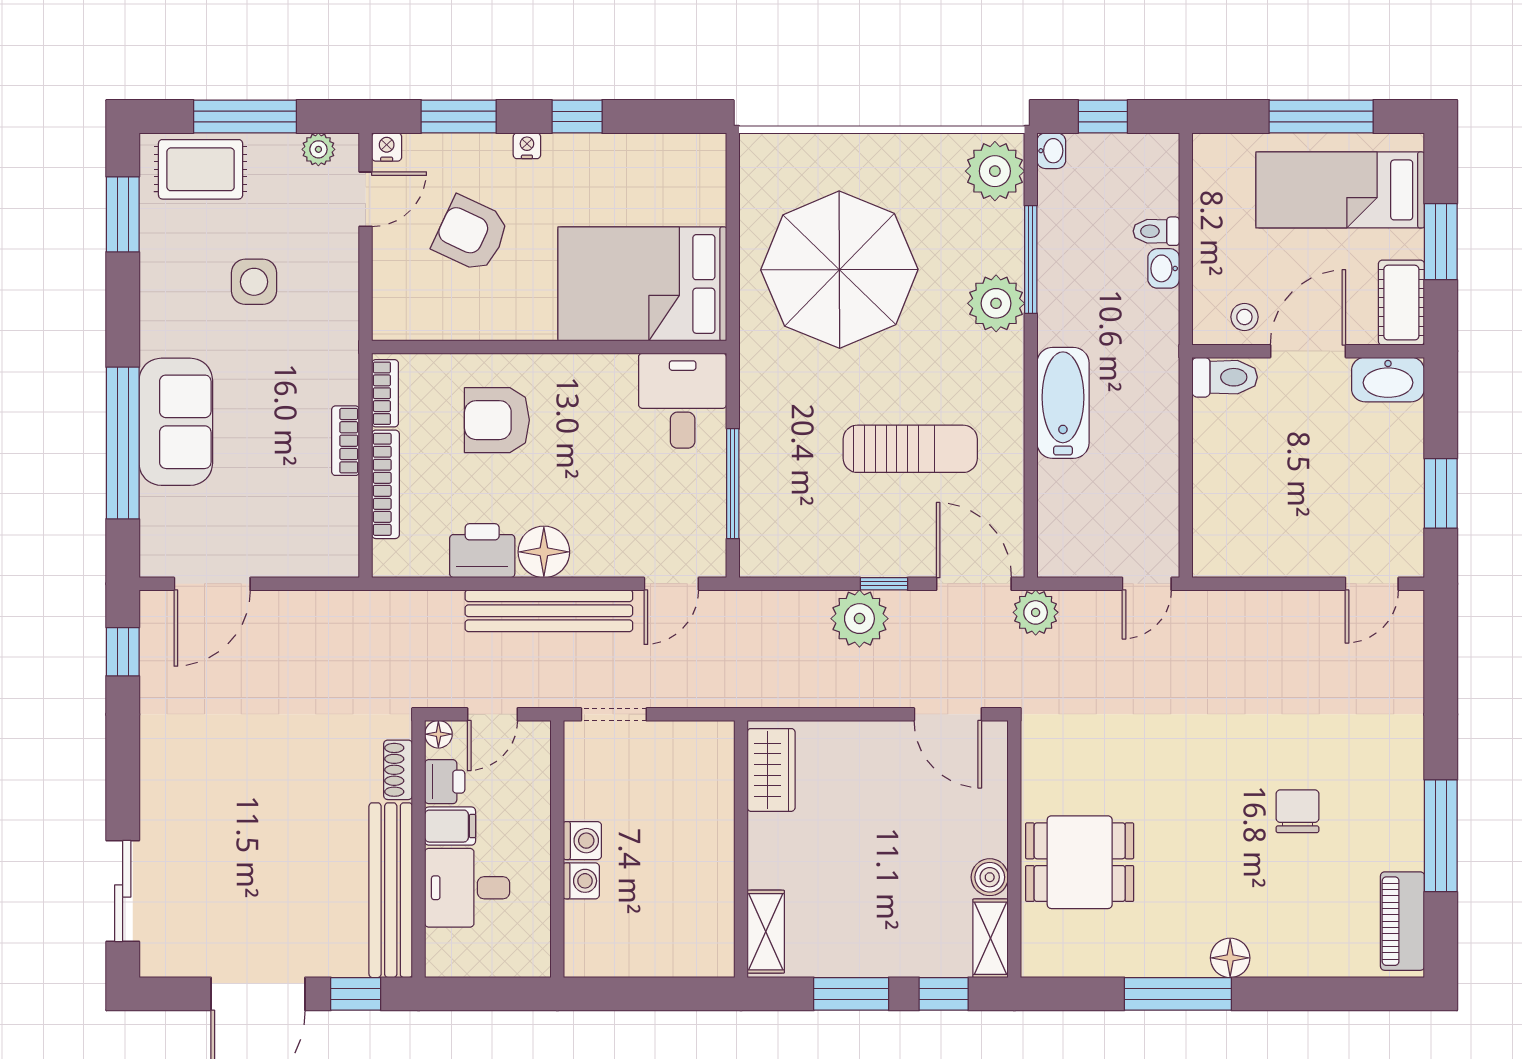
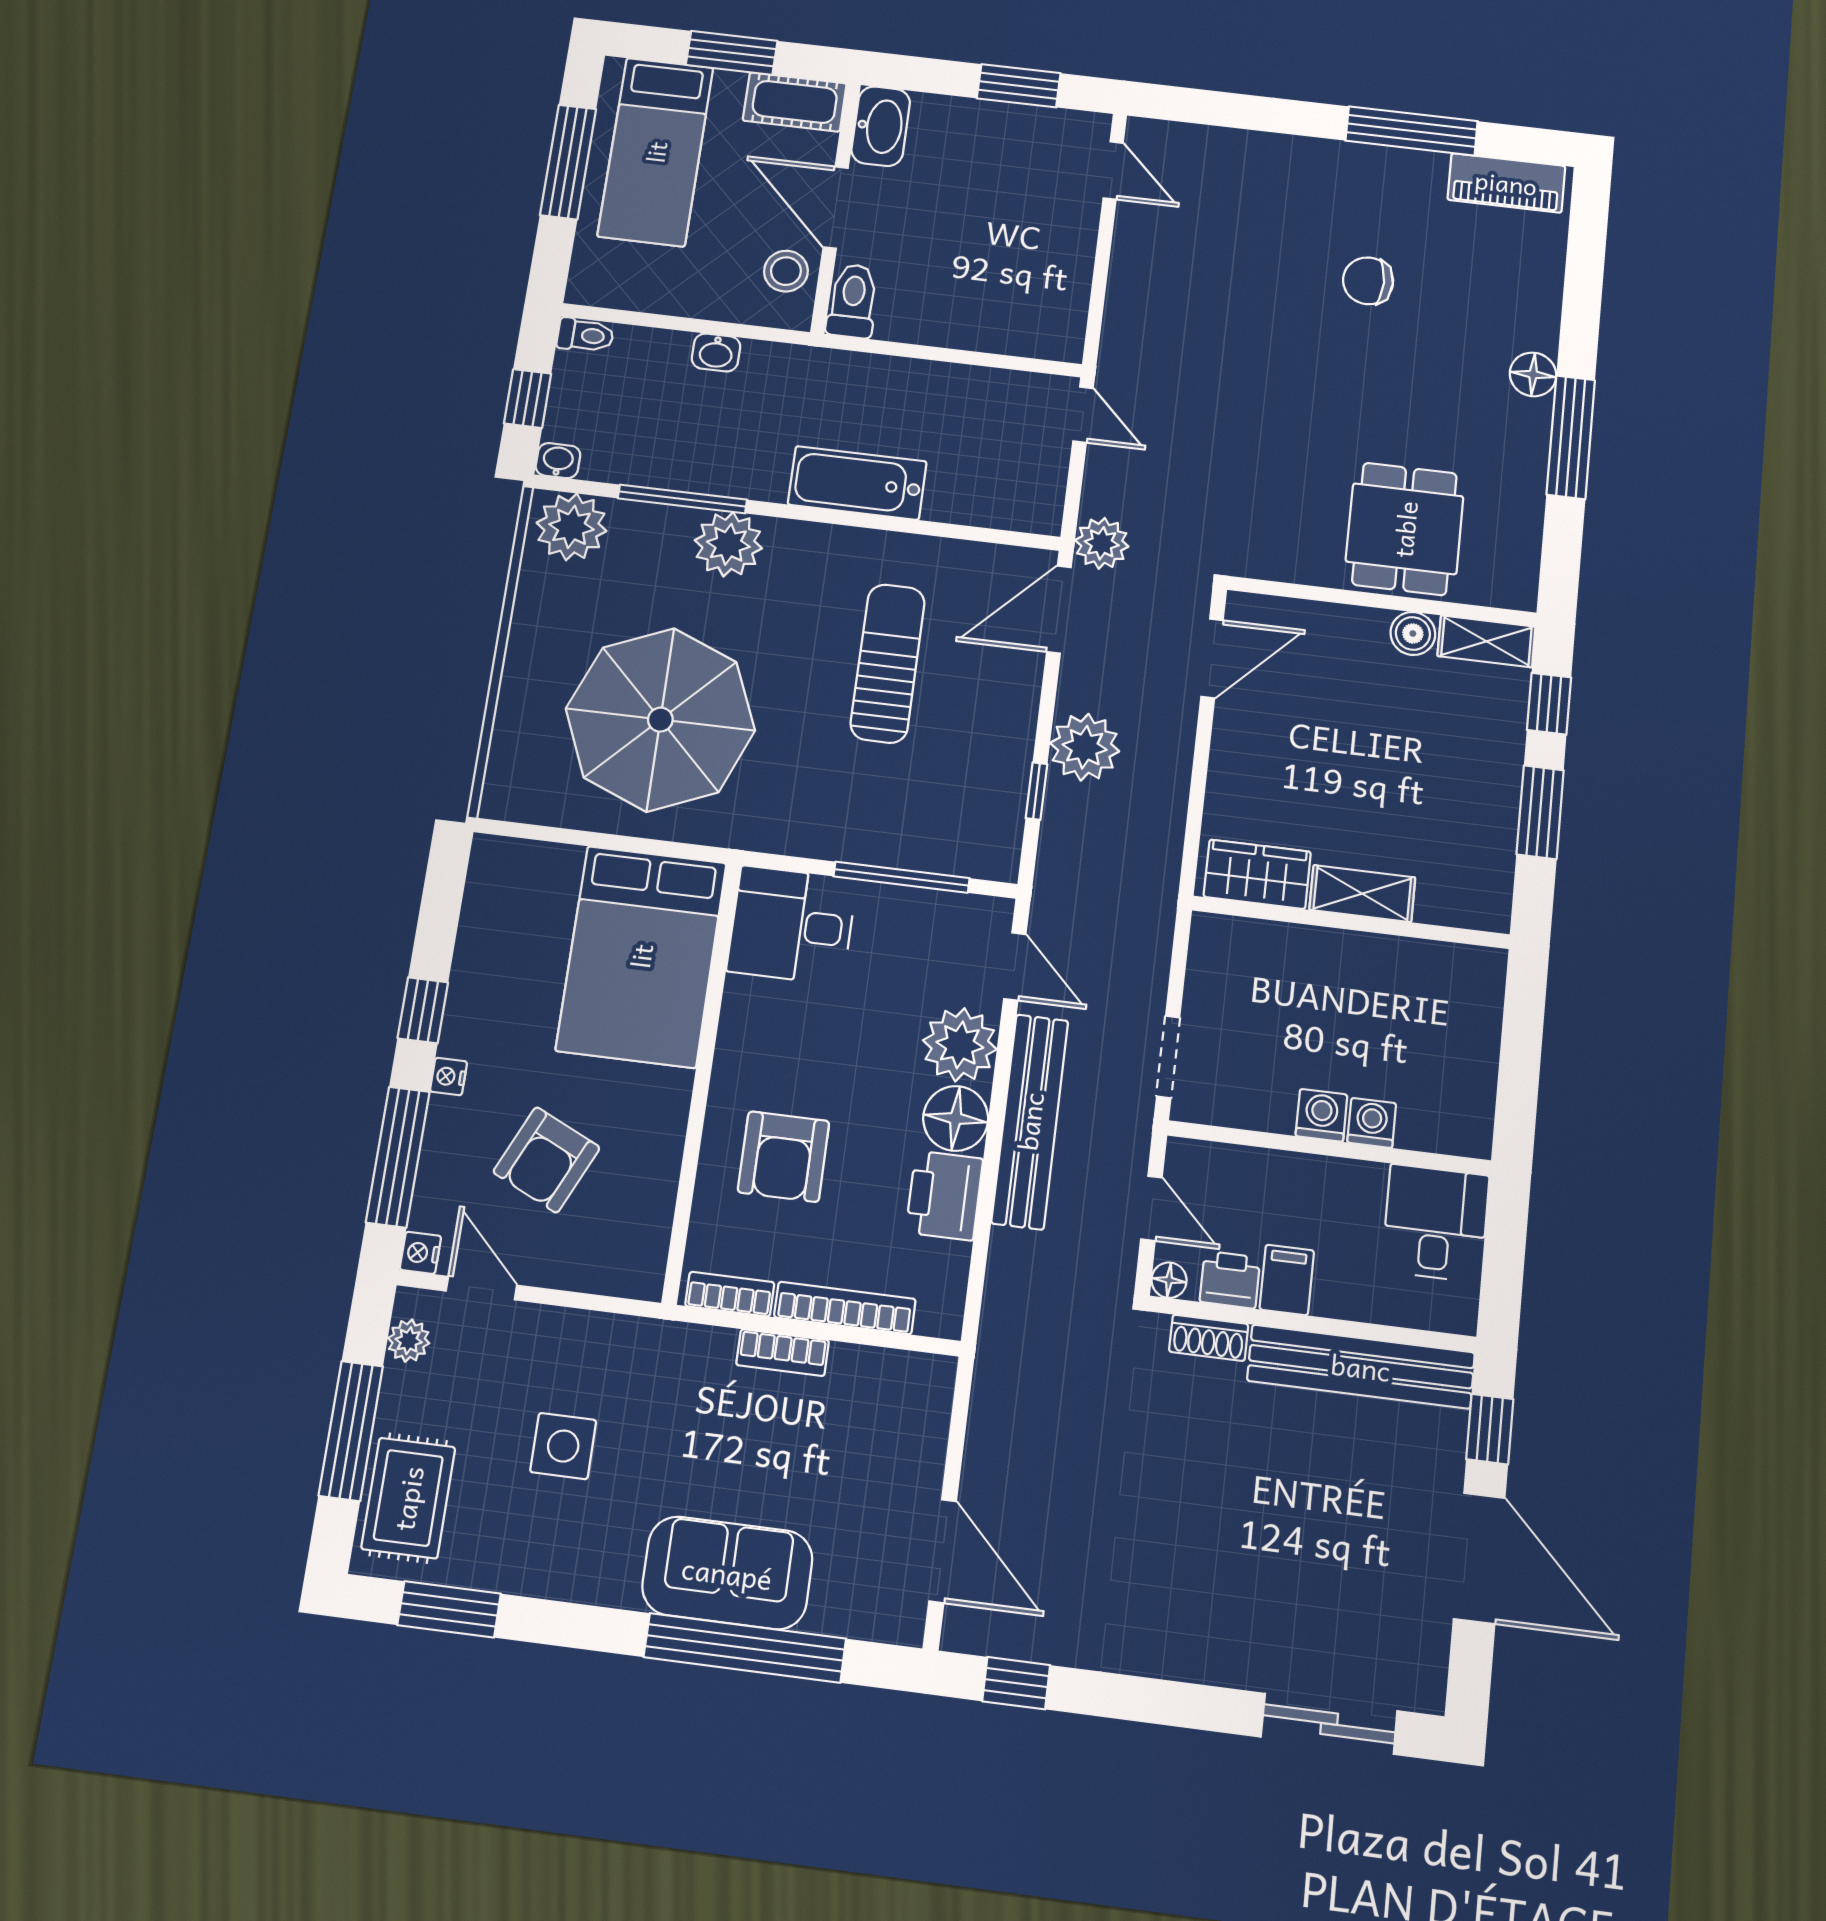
window: (459, 117) -> (398, 1157), width x1.44
toilet: (1156, 231) -> (585, 335), moved, turned -90
stool: (1244, 317) -> (786, 271), width x1.37, depth x1.37
plant: (603, 548) -> (960, 1045), added
window: (884, 584) -> (1036, 791), moved
desk: (467, 888) -> (1435, 1223), moved, turned 180
shelving: (766, 932) -> (1362, 894), moved

